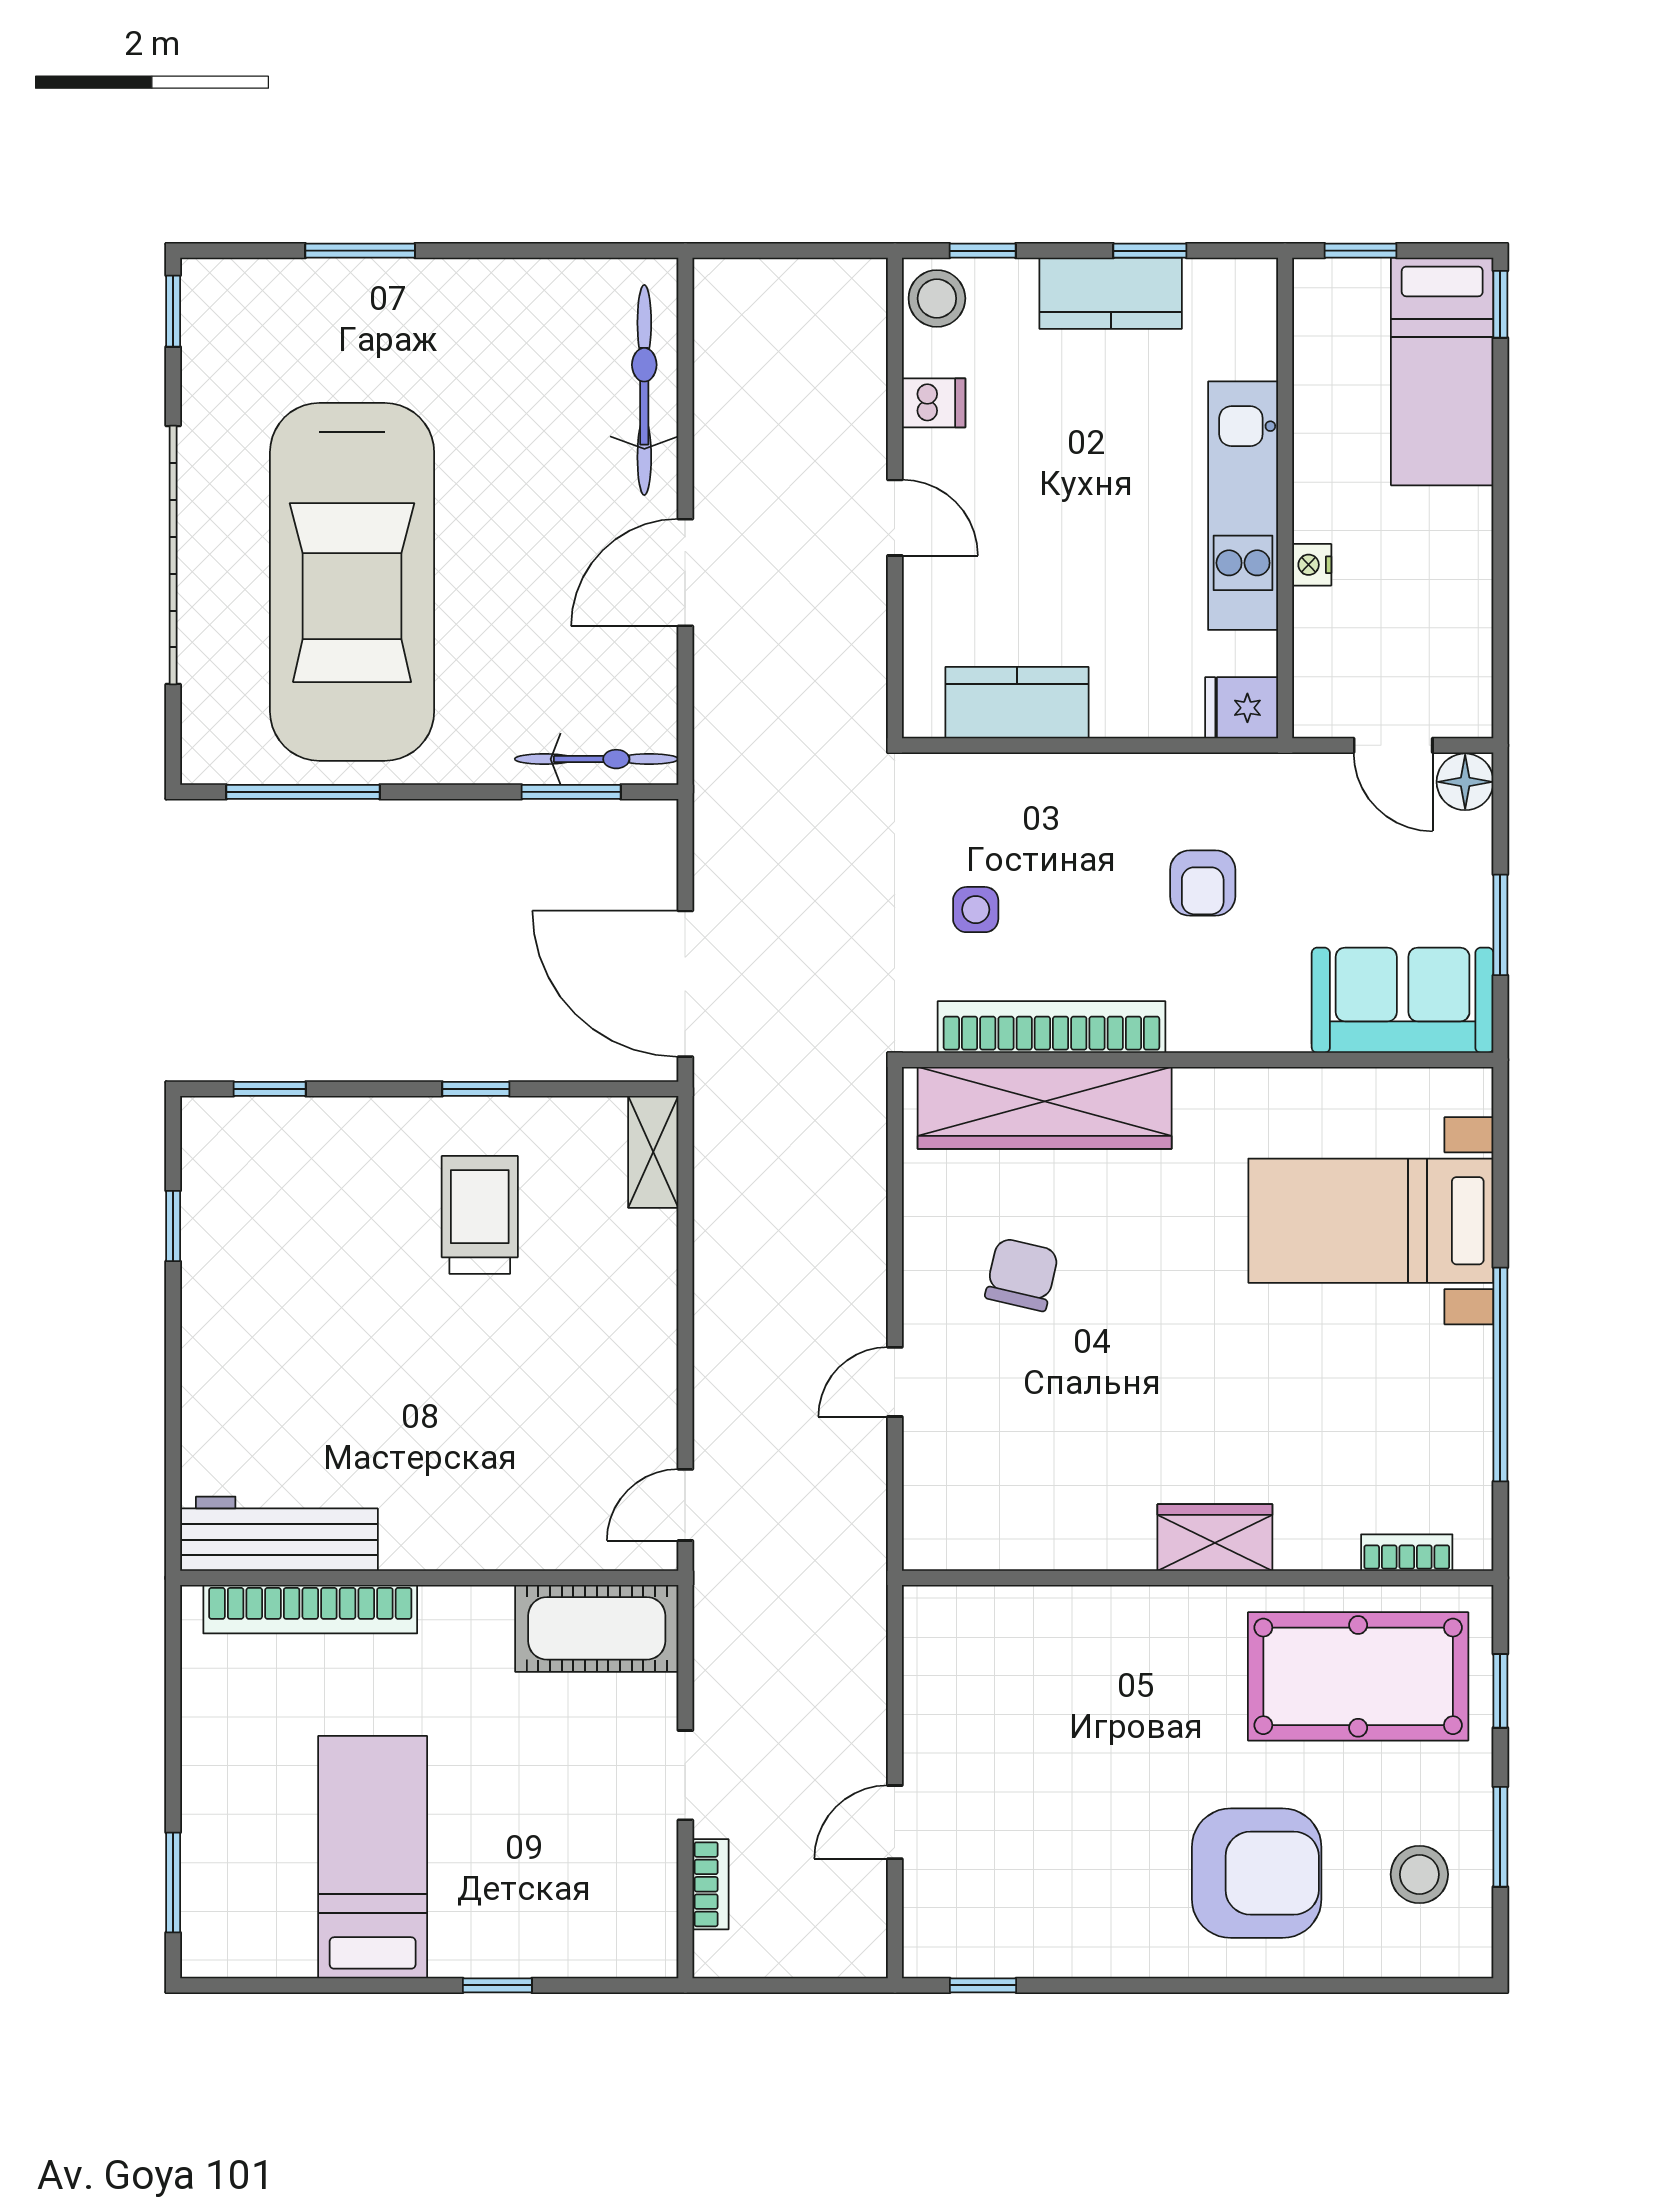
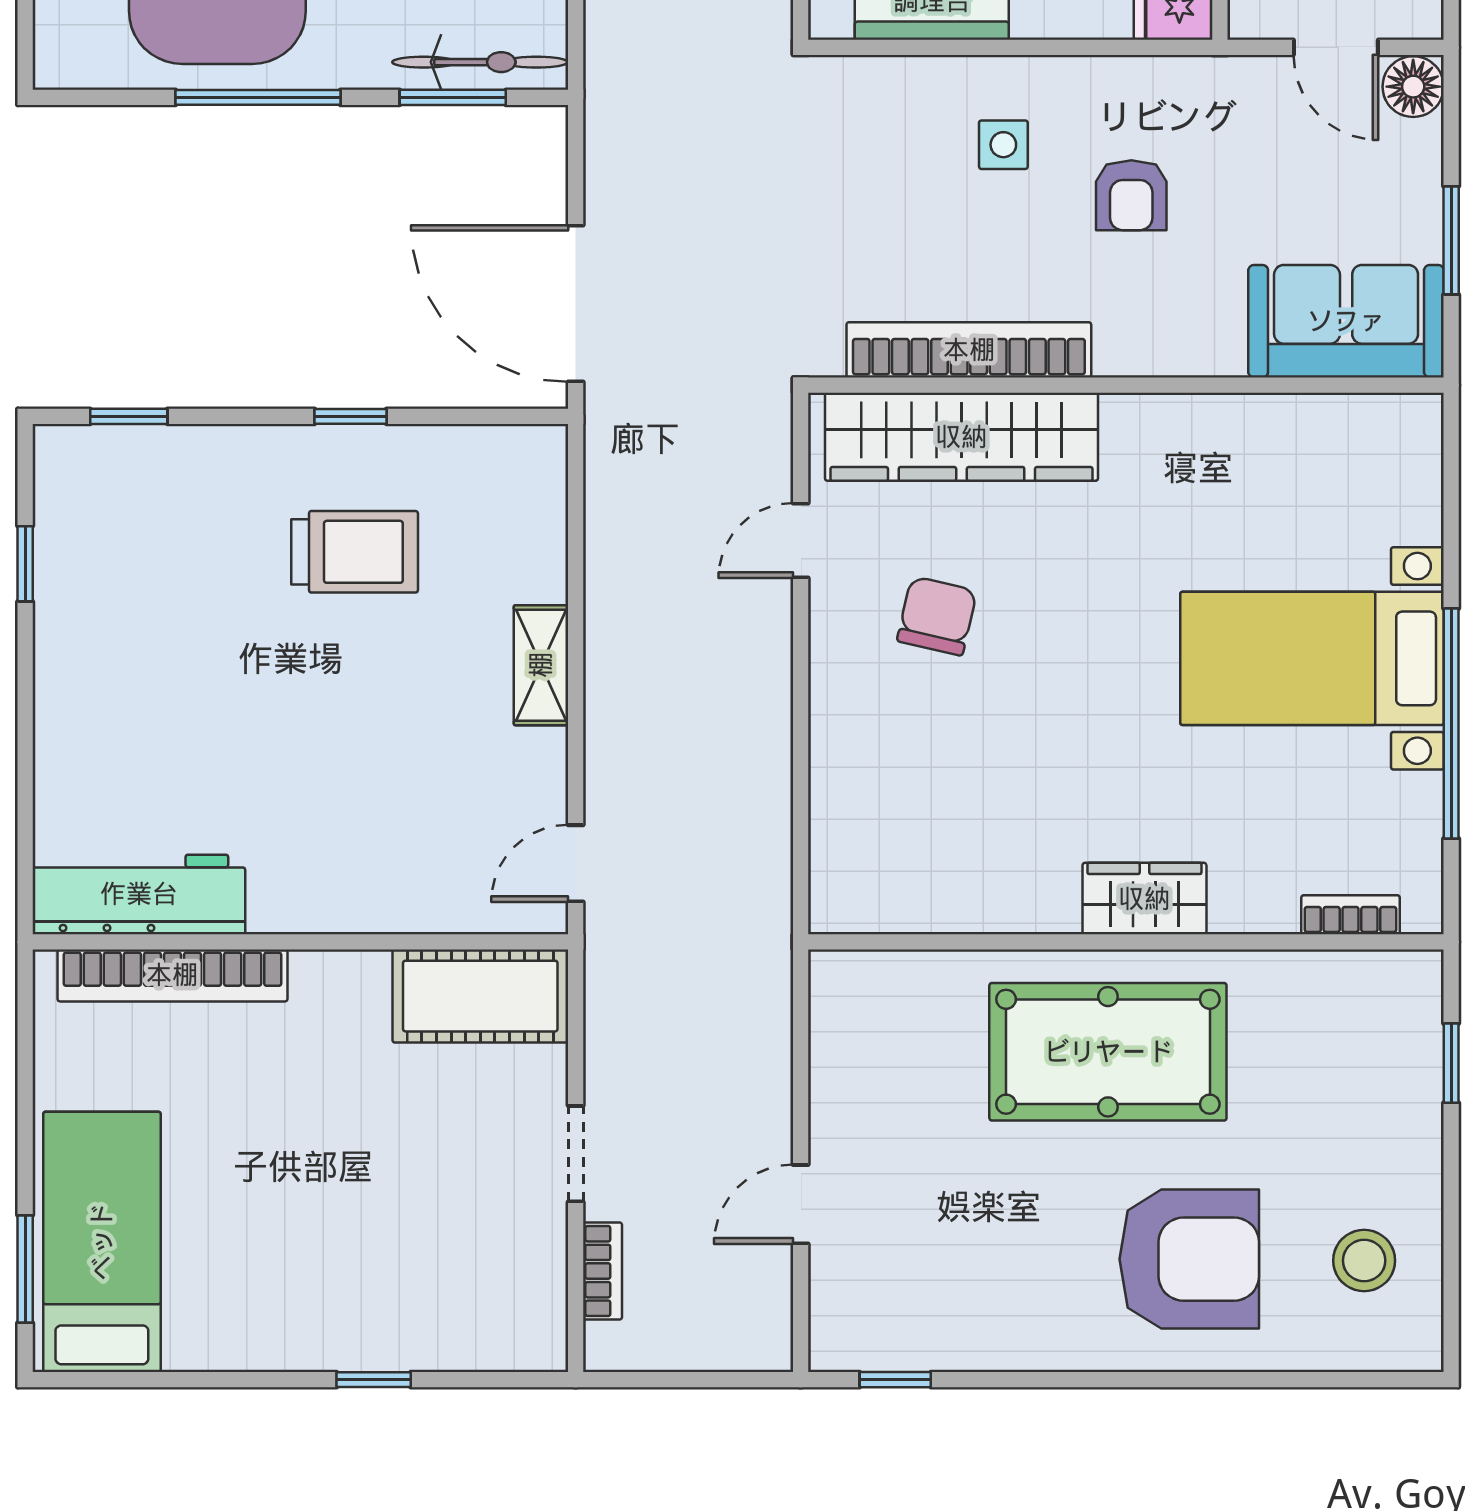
window: (303, 792) -> (258, 97), moved
side table: (976, 910) -> (1003, 145), moved
shelving: (653, 1152) -> (541, 665), moved
trolley: (480, 1215) -> (355, 552), turned 90
bed with nightstands: (1371, 1221) -> (1312, 658), moved
door: (895, 1382) -> (801, 541), moved
pool table: (1358, 1676) -> (1108, 1052), moved
window: (1500, 1837) -> (1451, 1220), removed
bed: (373, 1857) -> (102, 1242), moved

